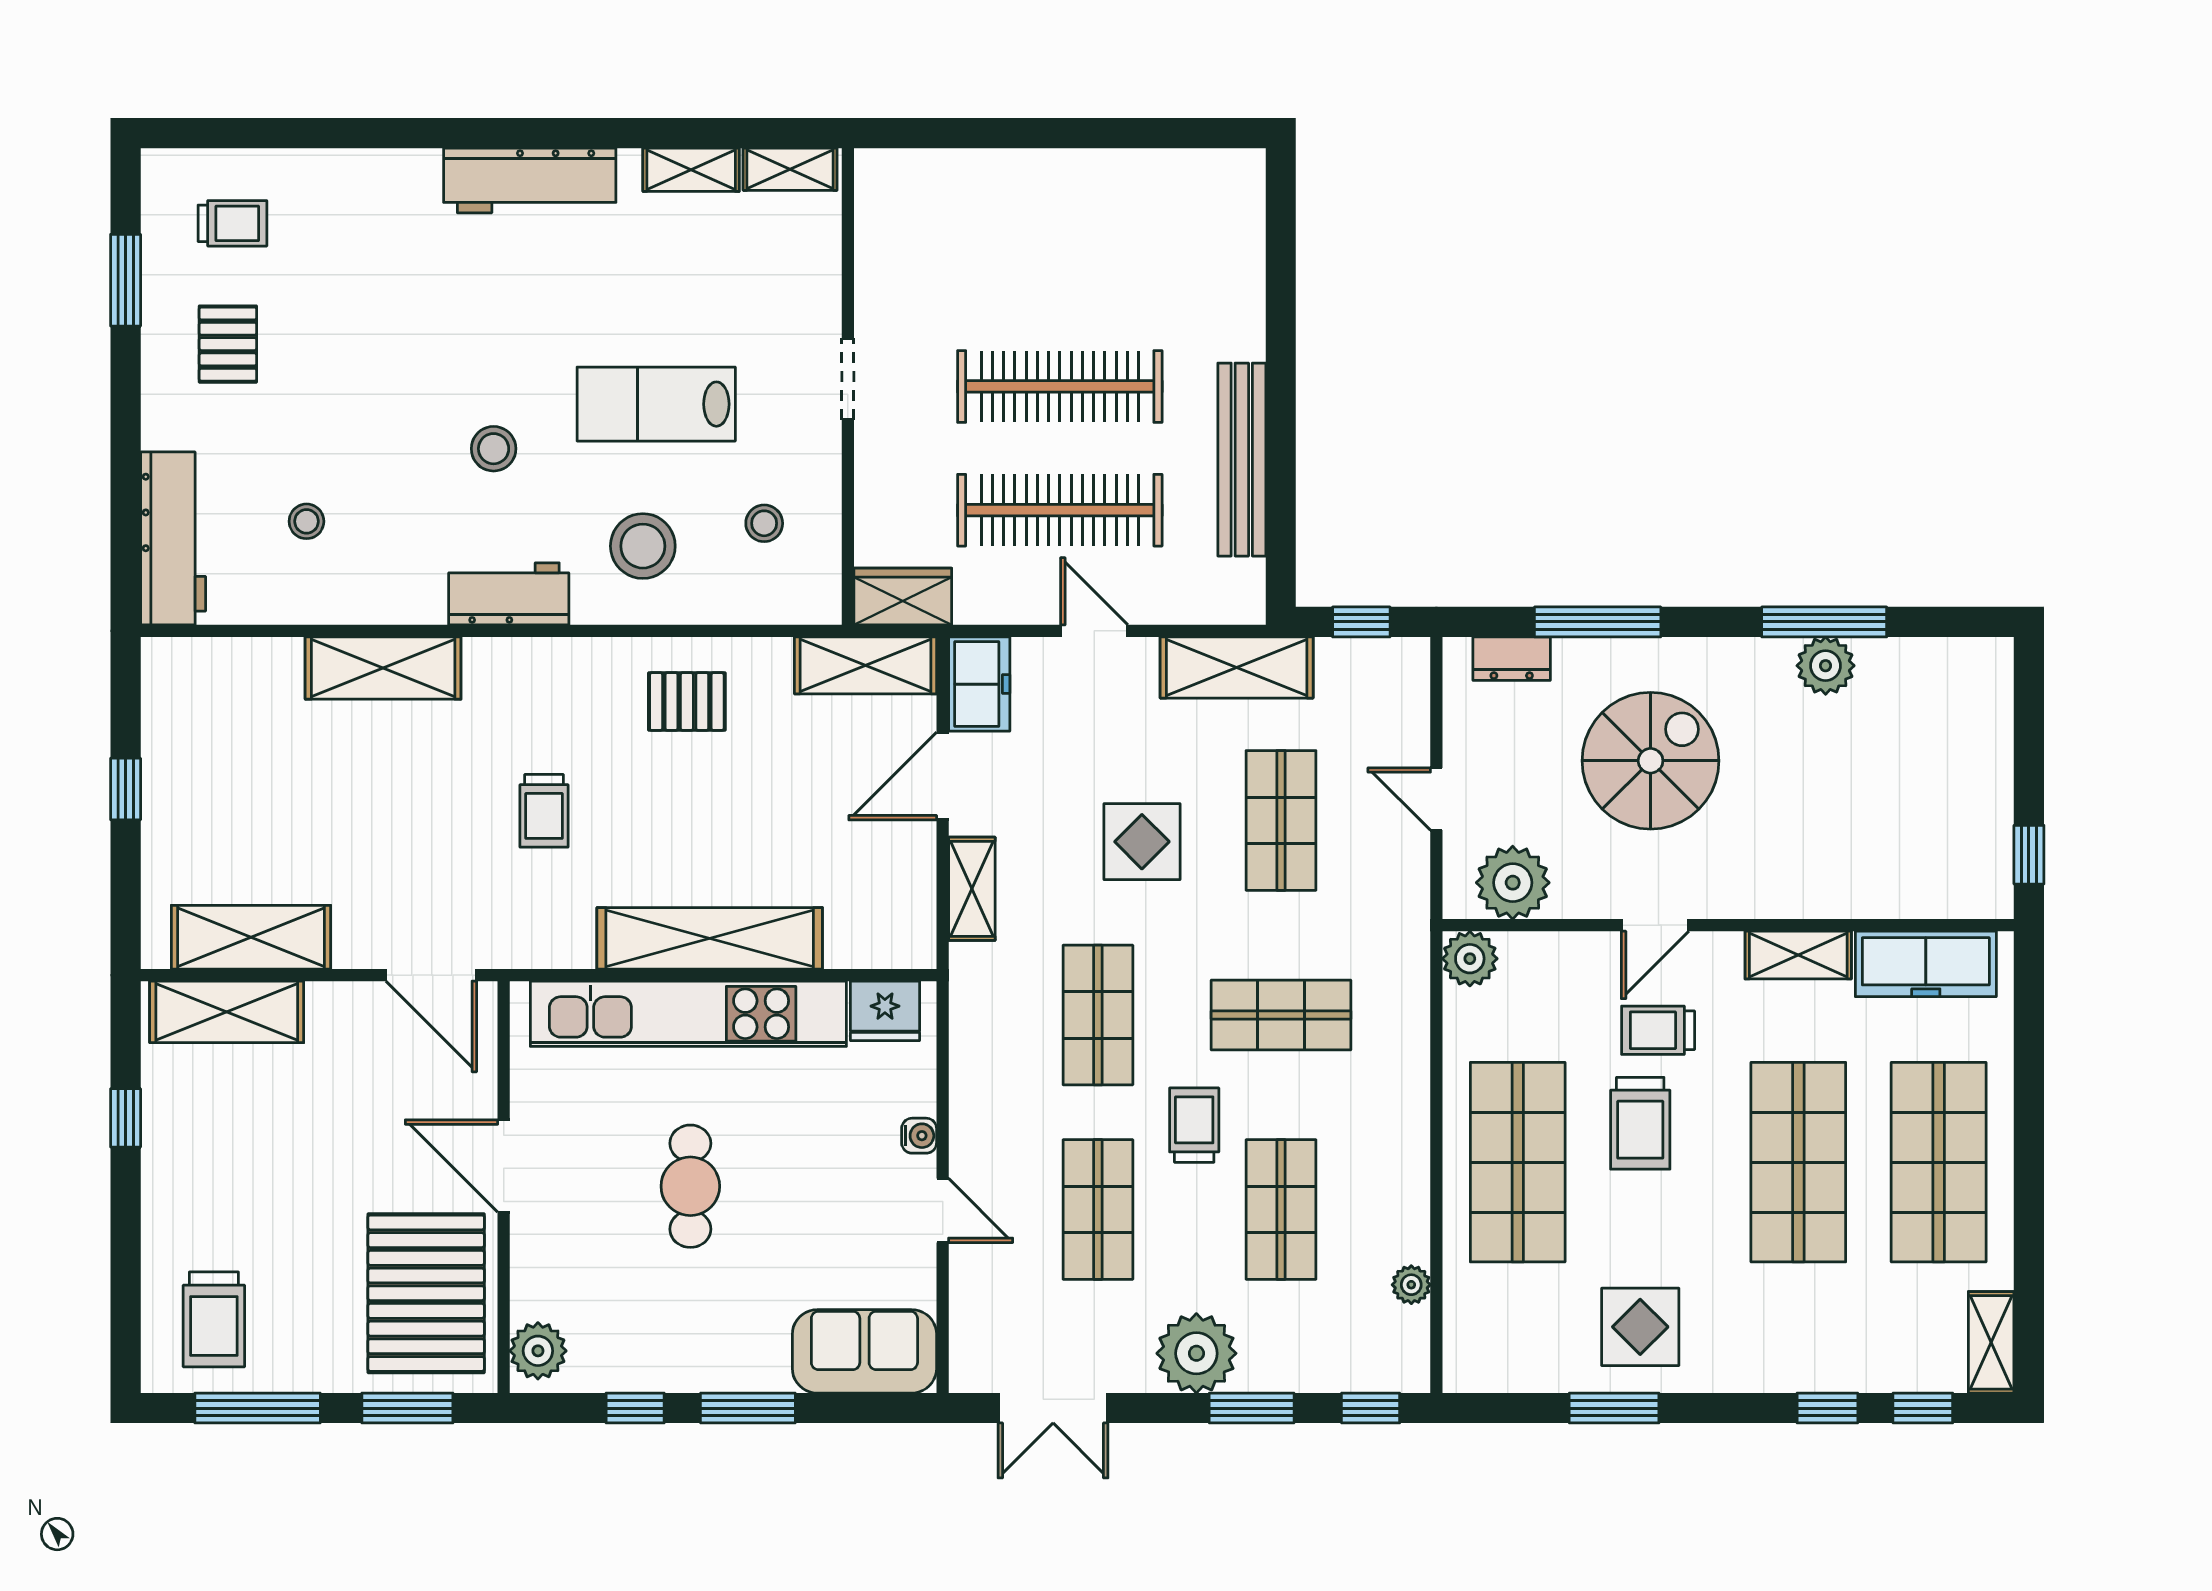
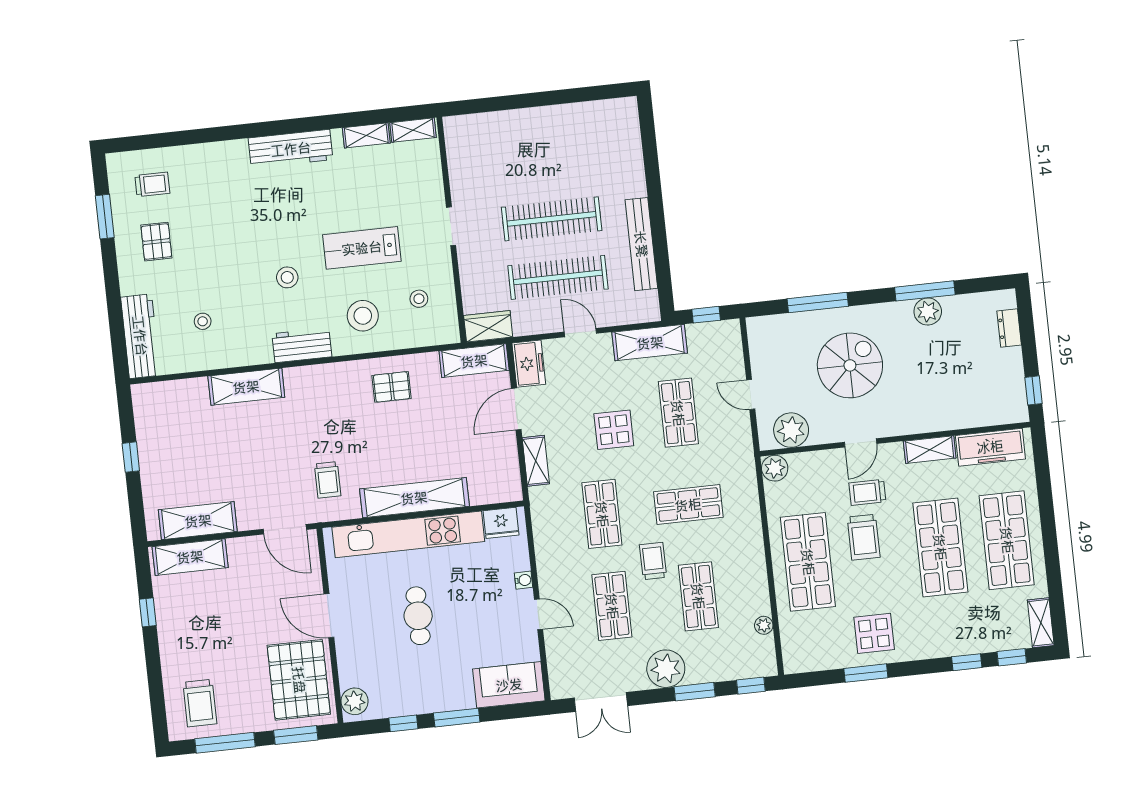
dresser: (1512, 659) -> (1009, 328), moved, turned 90
trolley: (544, 811) -> (328, 480), moved

